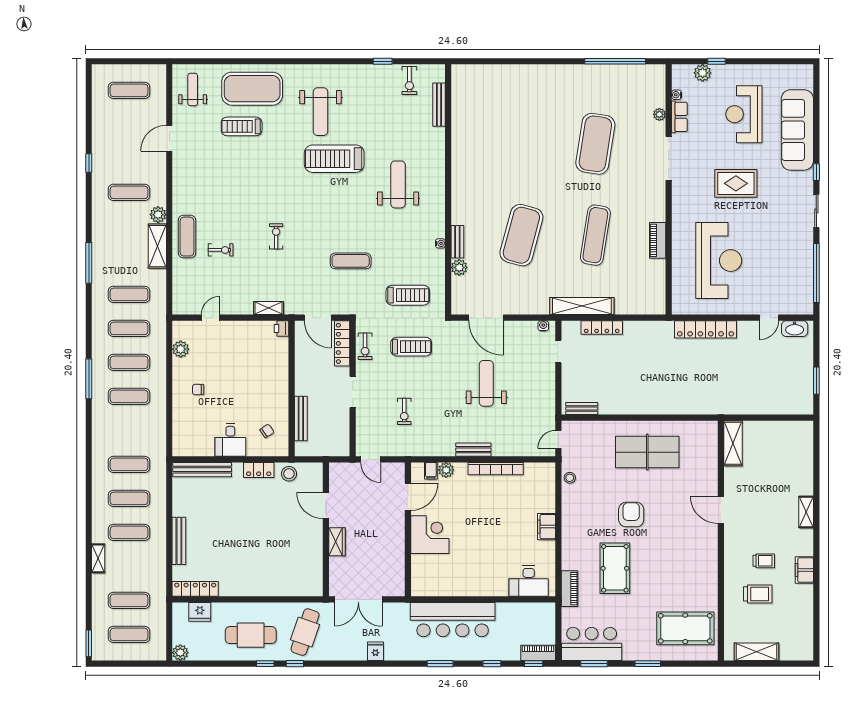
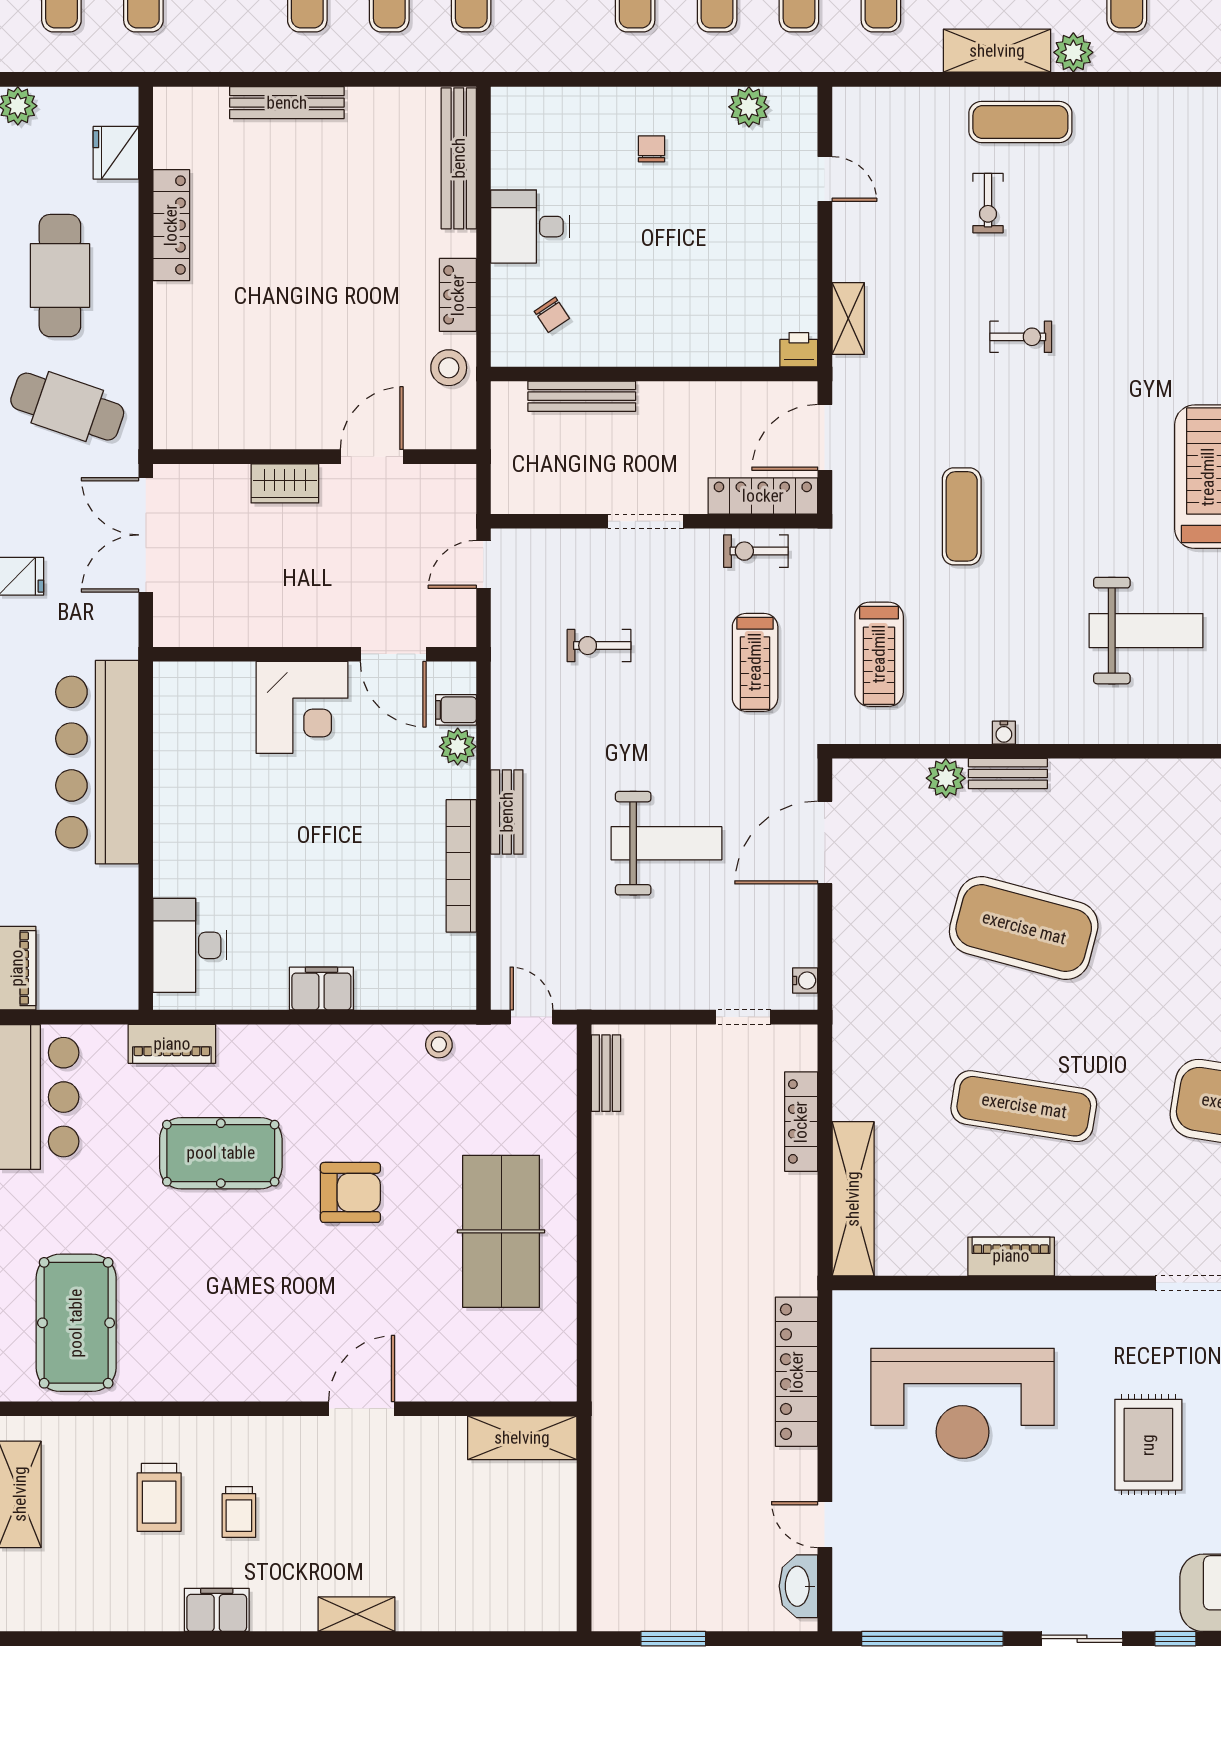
shelving: (582, 306) -> (853, 1199), moved
locker: (195, 589) -> (171, 225), moved

